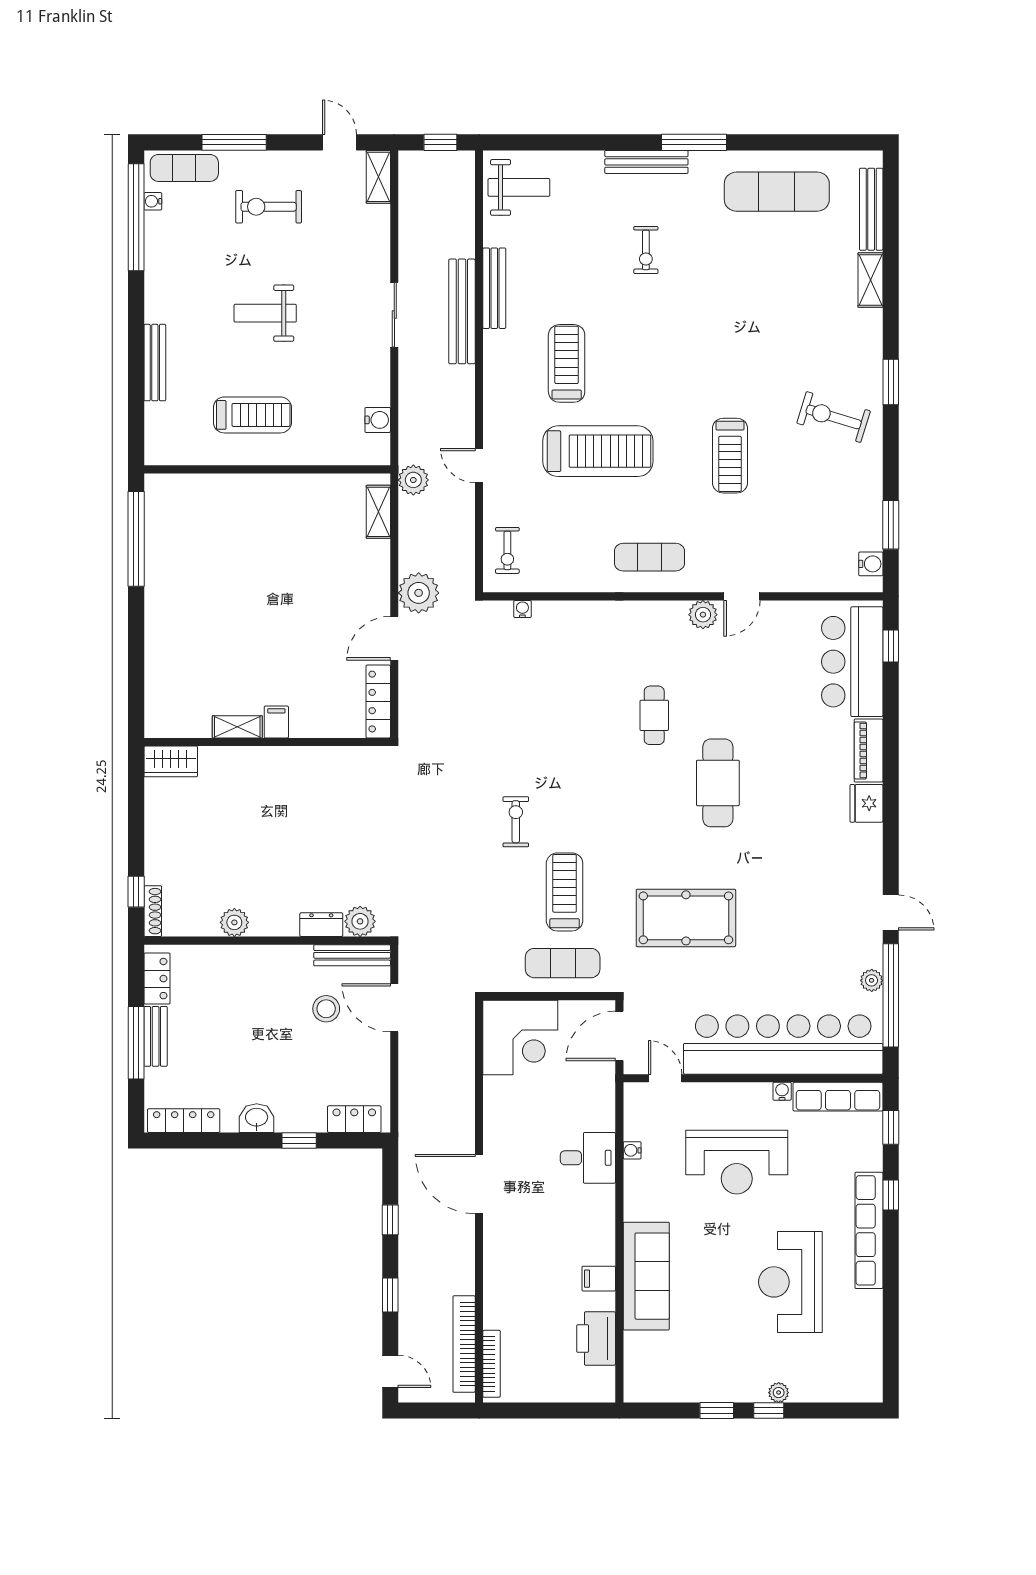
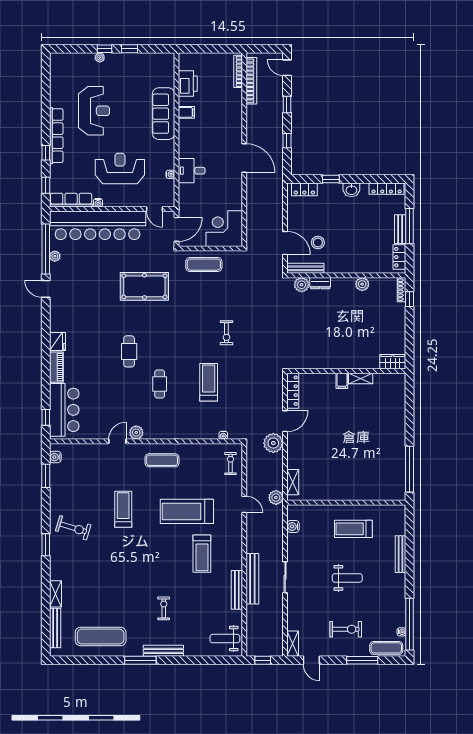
cafe table: (718, 783) -> (129, 351), width x0.73, depth x0.74
treadmill: (565, 892) -> (209, 382), moved, turned 180

